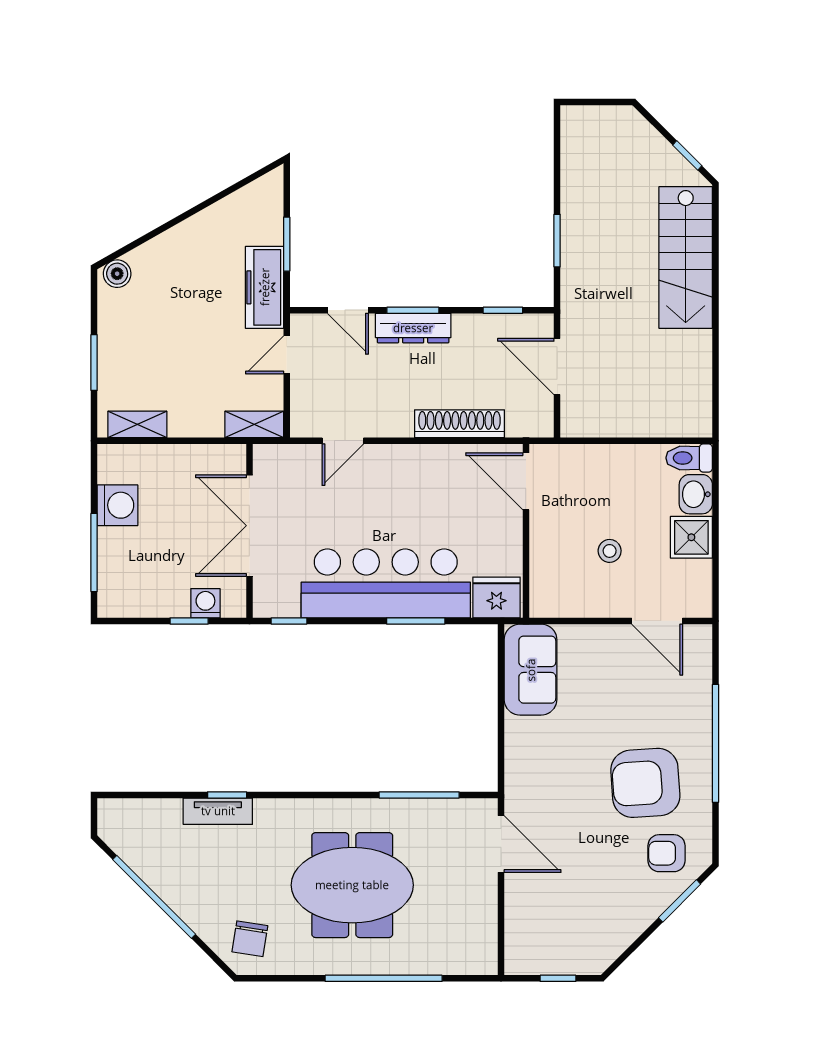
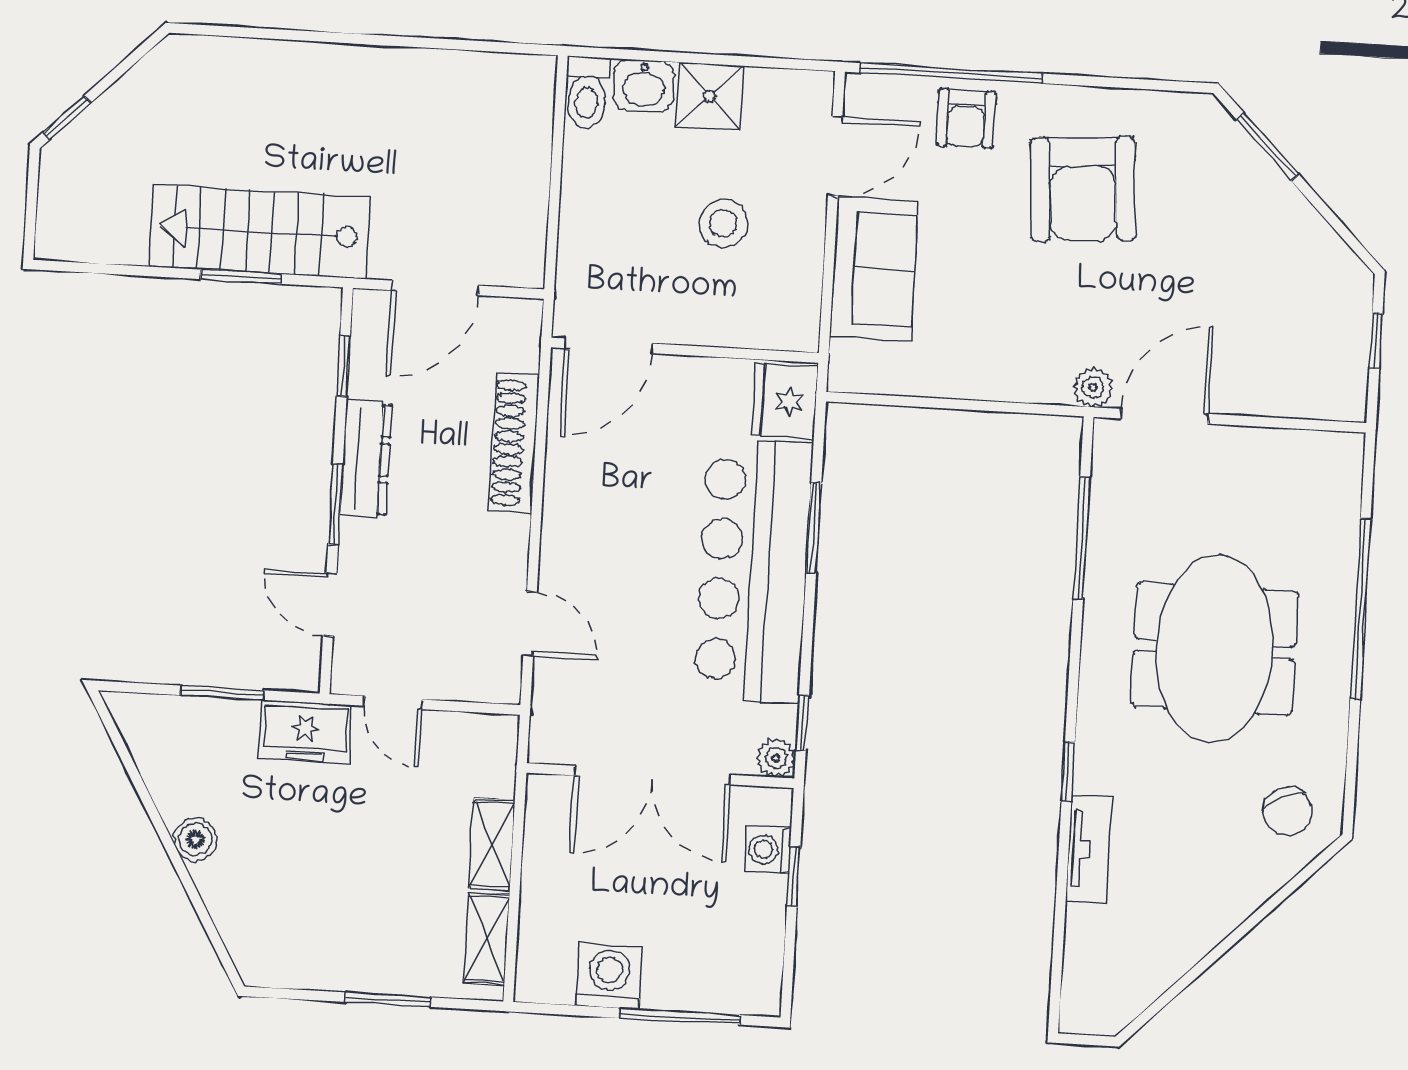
window: (687, 155) -> (67, 117), moved
stairs: (686, 258) -> (260, 232), moved, turned 180
boiler: (117, 274) -> (195, 839), moved
freezer: (265, 287) -> (305, 732), width x0.71
door: (348, 310) -> (330, 605), swing flipped
dresser: (413, 328) -> (366, 459), moved
shelving: (254, 424) -> (492, 844), moved
stool: (610, 551) -> (723, 223), width x1.37, depth x1.37
plant: (265, 605) -> (776, 758), added
sofa: (531, 670) -> (874, 269), moved, turned 90
window: (715, 743) -> (951, 73), moved
window: (227, 795) -> (1068, 772), moved
plant: (517, 797) -> (1093, 387), added
armchair: (666, 853) -> (966, 119), moved
window: (154, 897) -> (1215, 955), removed
chair: (250, 939) -> (1288, 811), turned 55

